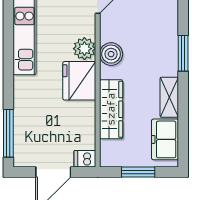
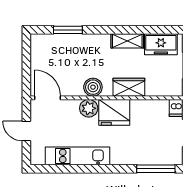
window: (183, 53) -> (68, 30), moved
wardrobe: (111, 109) -> (129, 87), width x0.67

